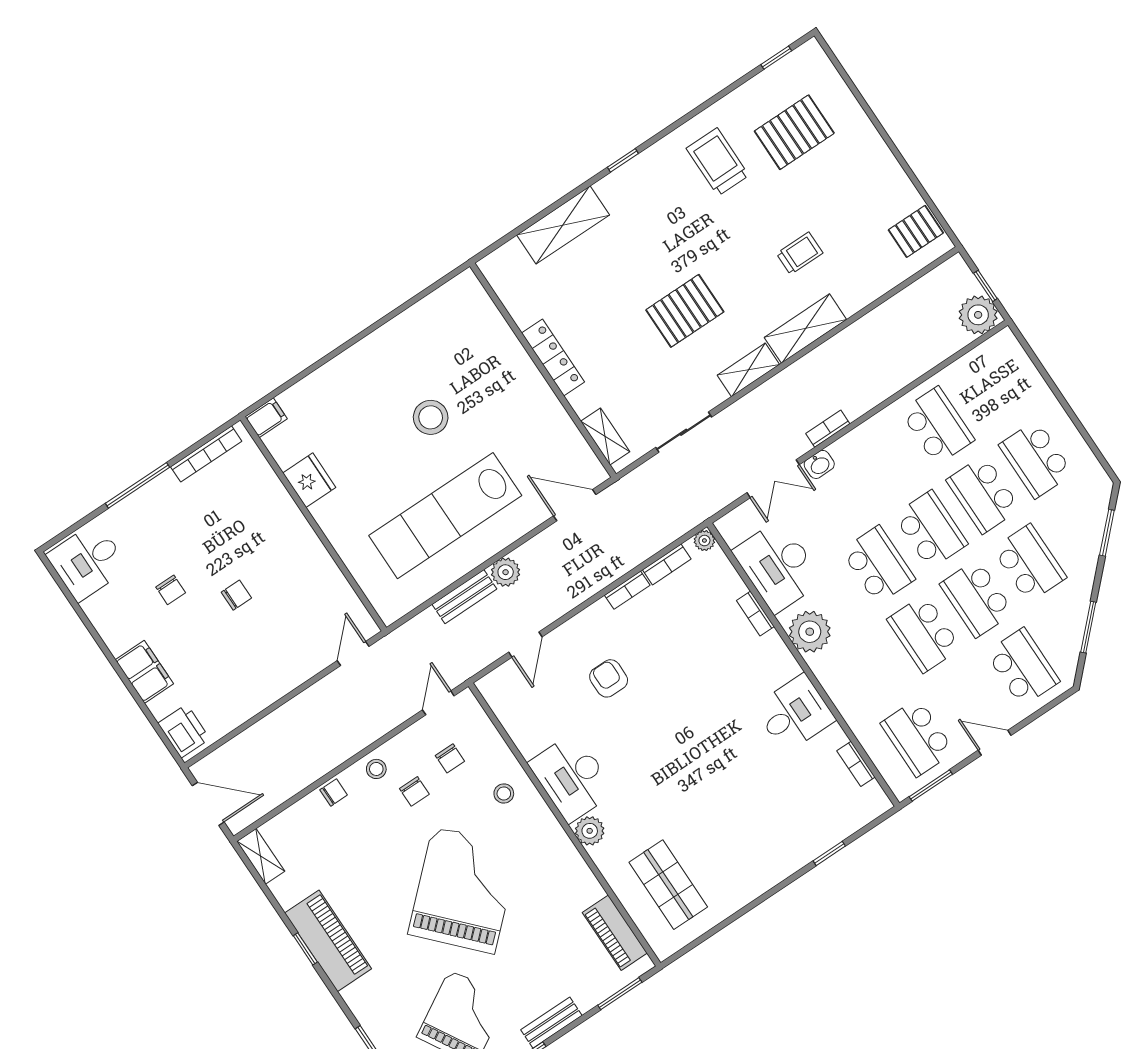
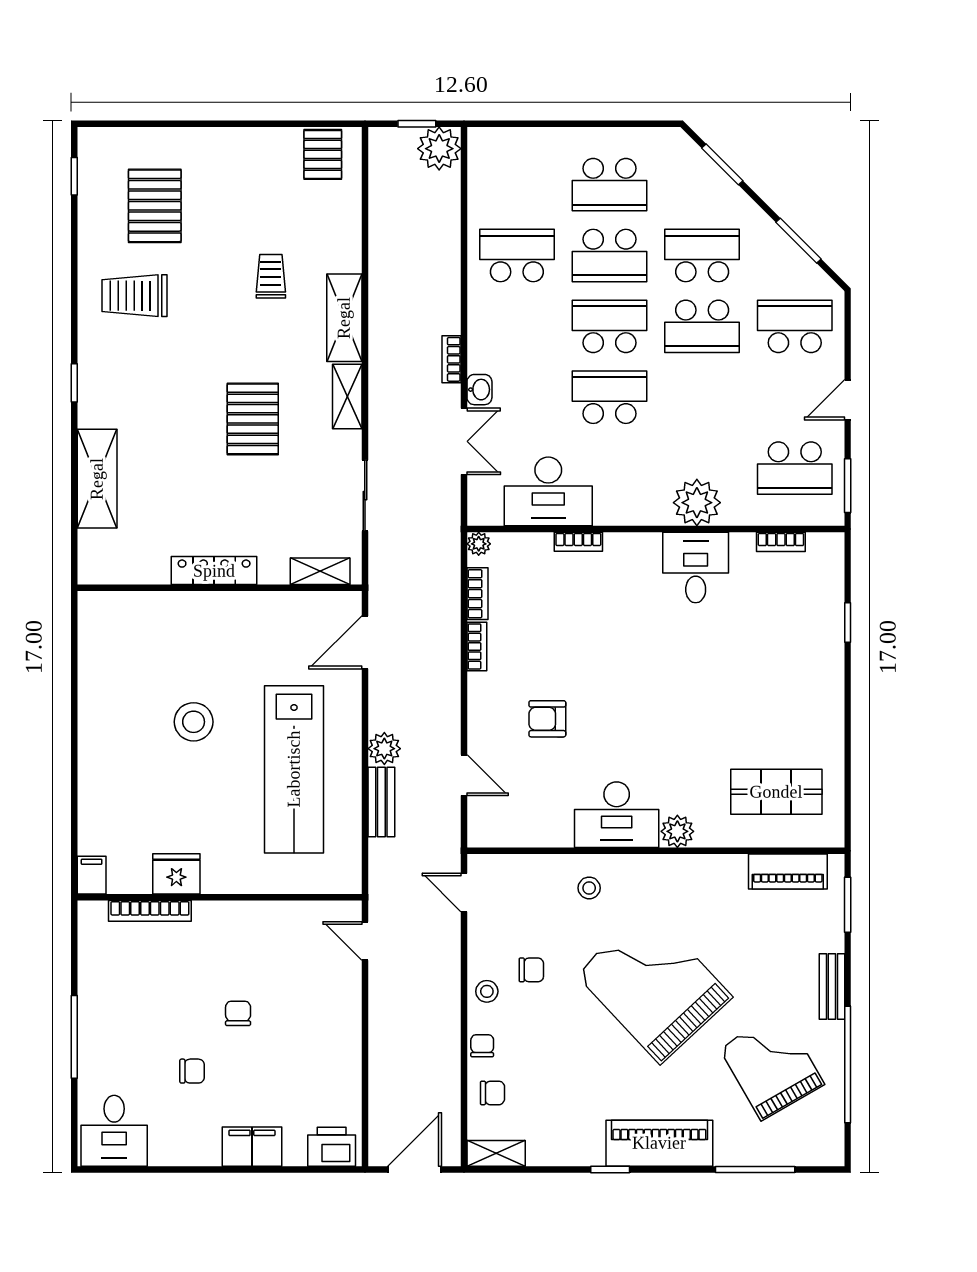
bookcase: (206, 454) -> (150, 911), moved, turned 90
plant: (810, 632) -> (697, 503), moved
school desk: (924, 634) -> (702, 397), removed
chair: (450, 758) -> (492, 1093), moved
piano: (328, 941) -> (659, 1143), moved

